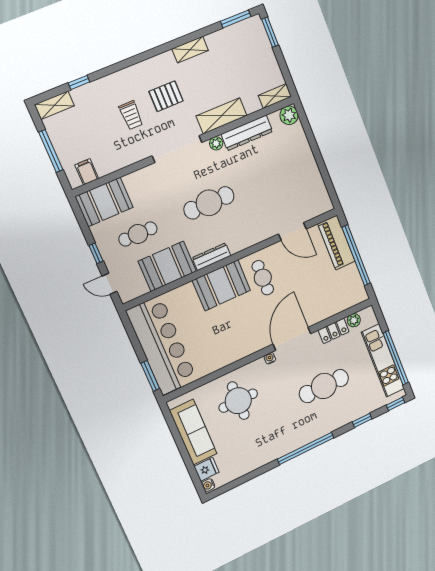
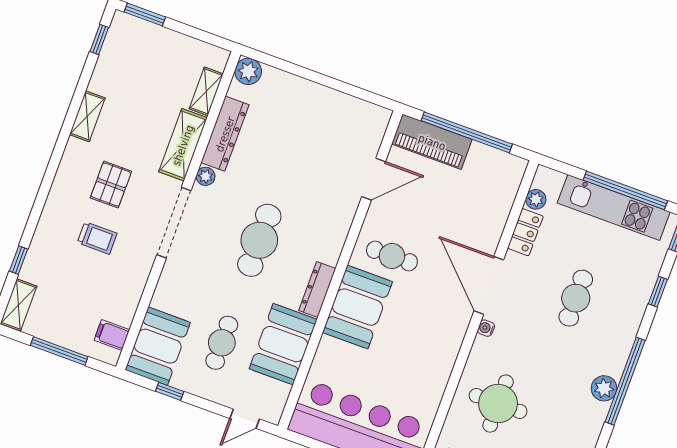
window: (236, 19) -> (99, 39), width x0.67
shelving: (275, 96) -> (206, 91), moved
window: (96, 253) -> (170, 391), moved
cafe table: (324, 386) -> (576, 298), width x0.73, depth x0.74
plant: (293, 442) -> (604, 388), added

